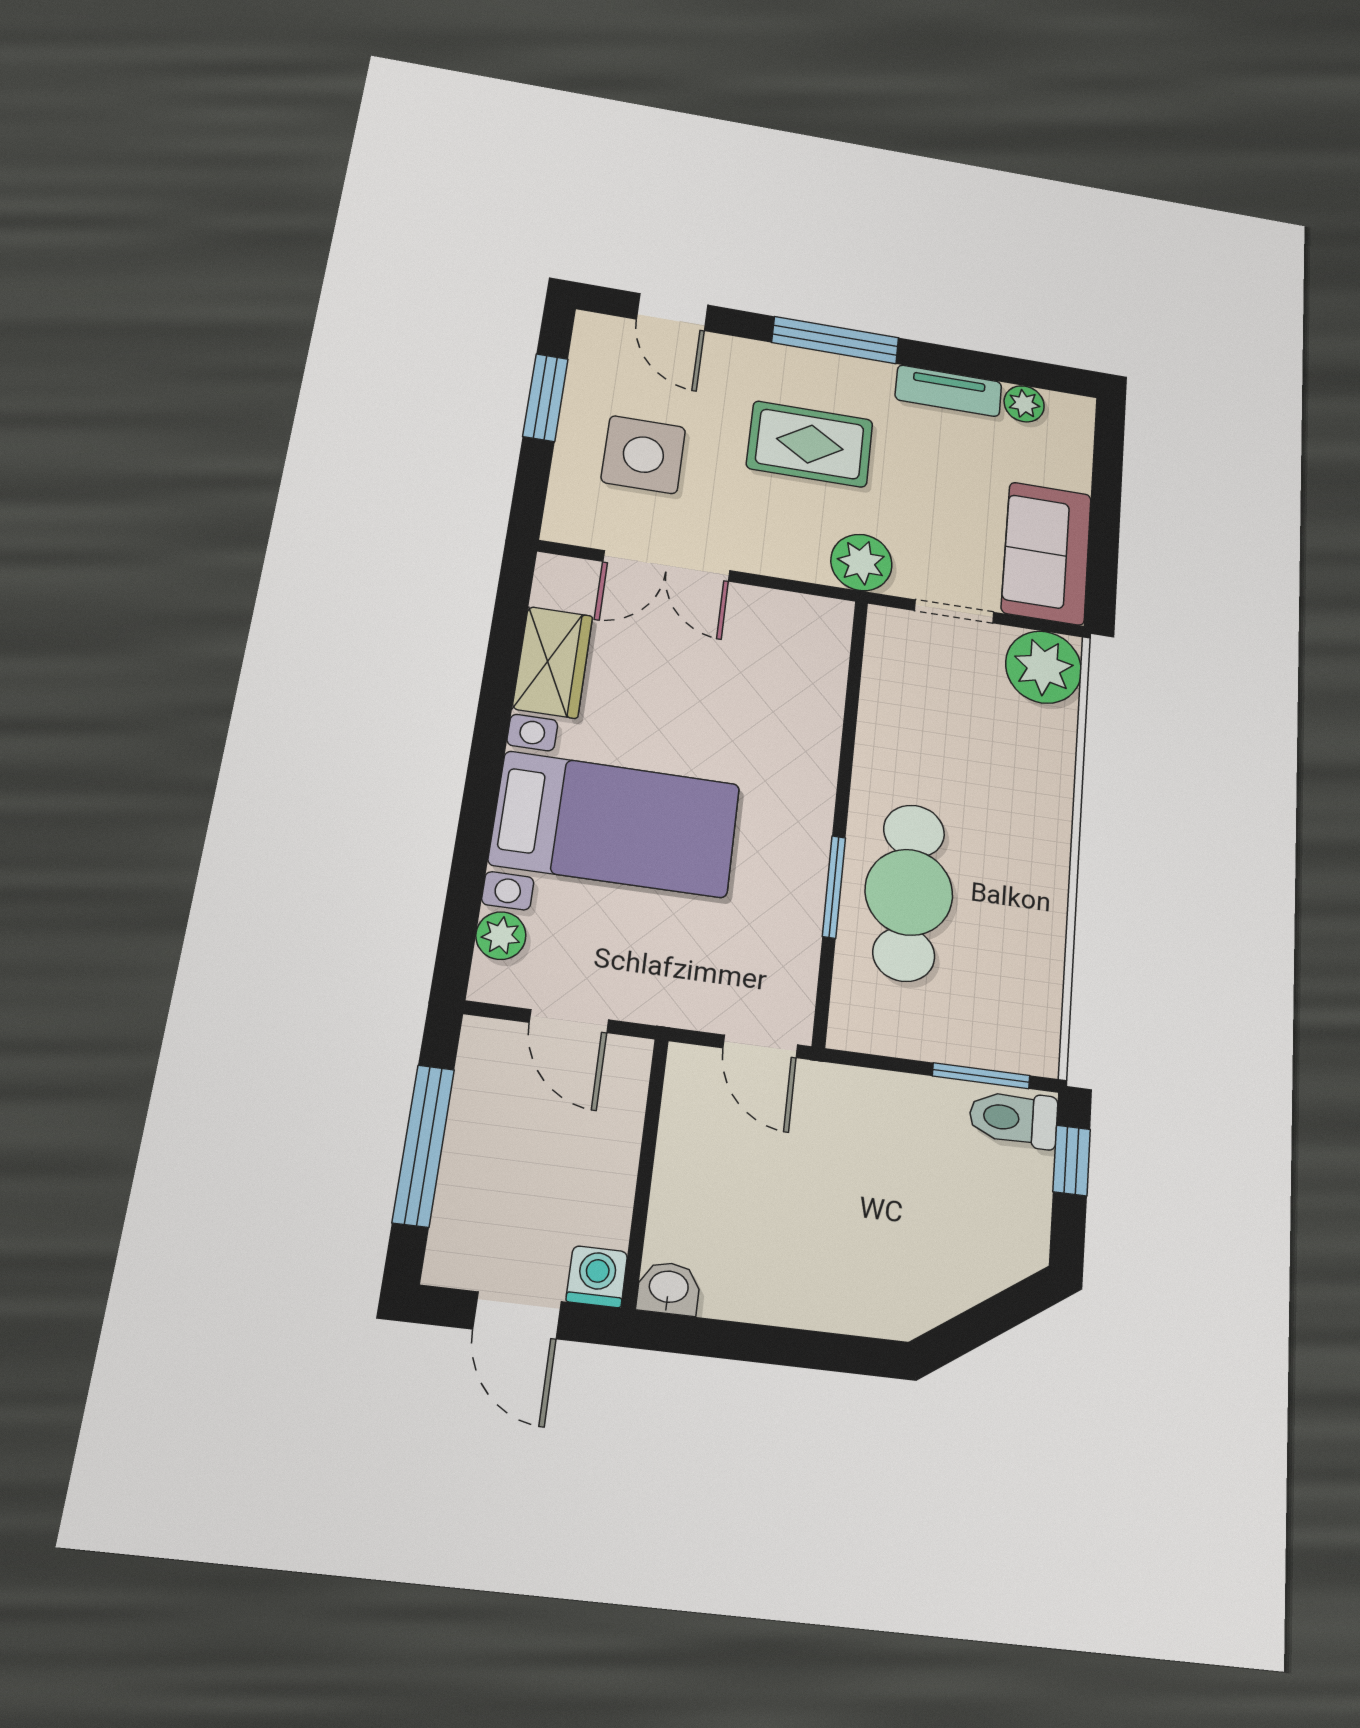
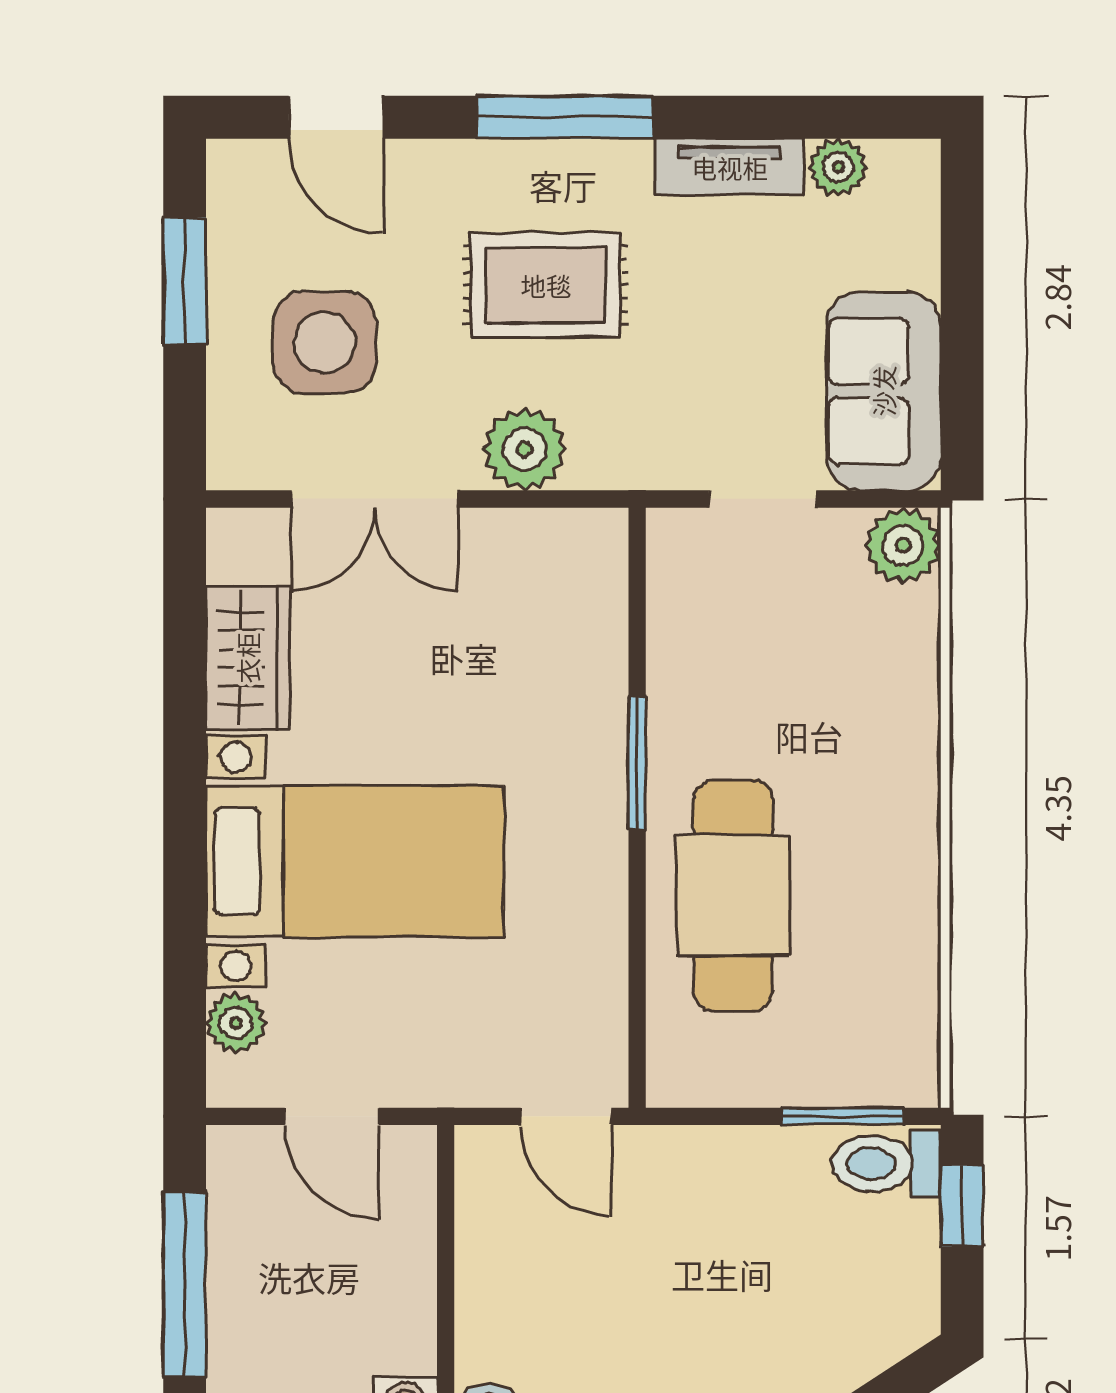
plant: (861, 562) -> (524, 449), moved
plant: (1044, 667) -> (903, 545), width x0.73, depth x0.73
window: (834, 887) -> (637, 763), moved

